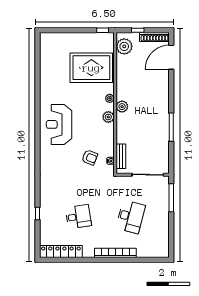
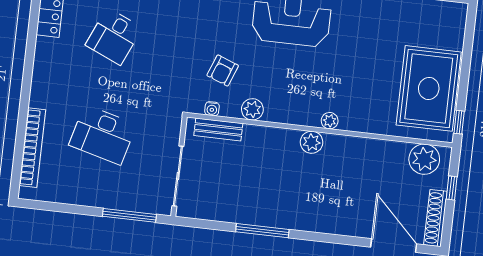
rug: (91, 68) -> (429, 88), moved
plant: (108, 117) -> (252, 109), moved
desk: (78, 217) -> (114, 36), turned 33
bookcase: (115, 253) -> (32, 148), moved

